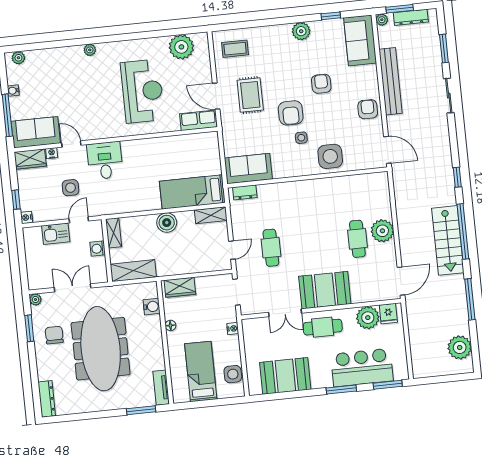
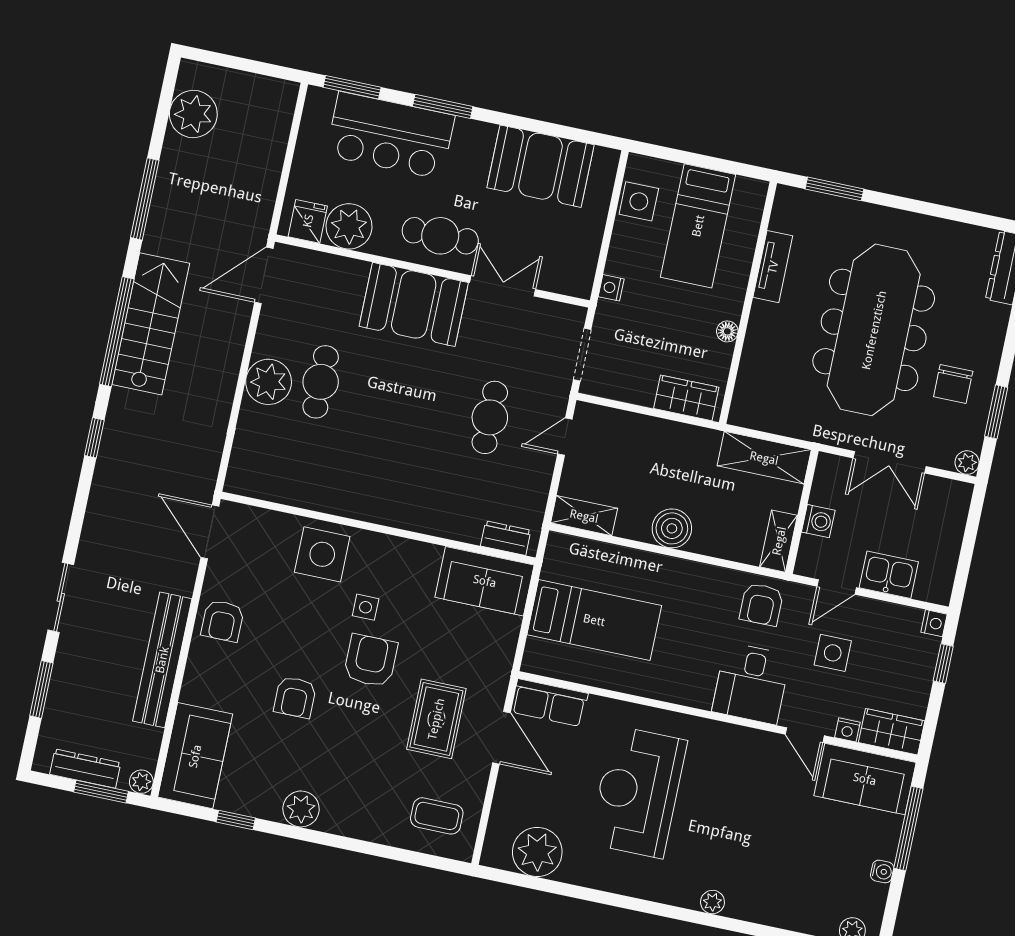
bed: (192, 192) -> (594, 620), moved
armchair: (112, 200) -> (762, 604), added
water cooler: (152, 307) -> (751, 379), removed
tv unit: (161, 388) -> (773, 267), moved

